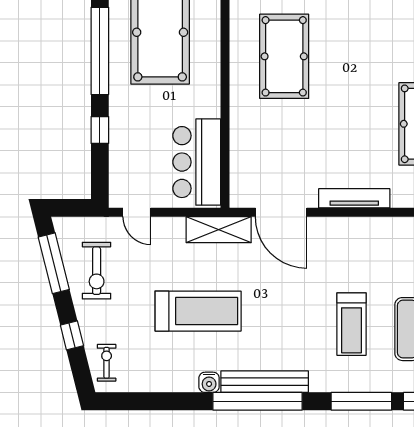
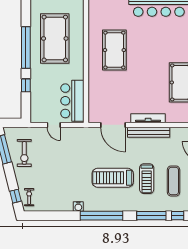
door: (137, 212) -> (54, 125), moved
shelving: (219, 230) -> (83, 133), removed
treadmill: (198, 311) -> (113, 178), moved, turned 180
window: (72, 335) -> (16, 196), moved
bench: (265, 382) -> (149, 132), moved

